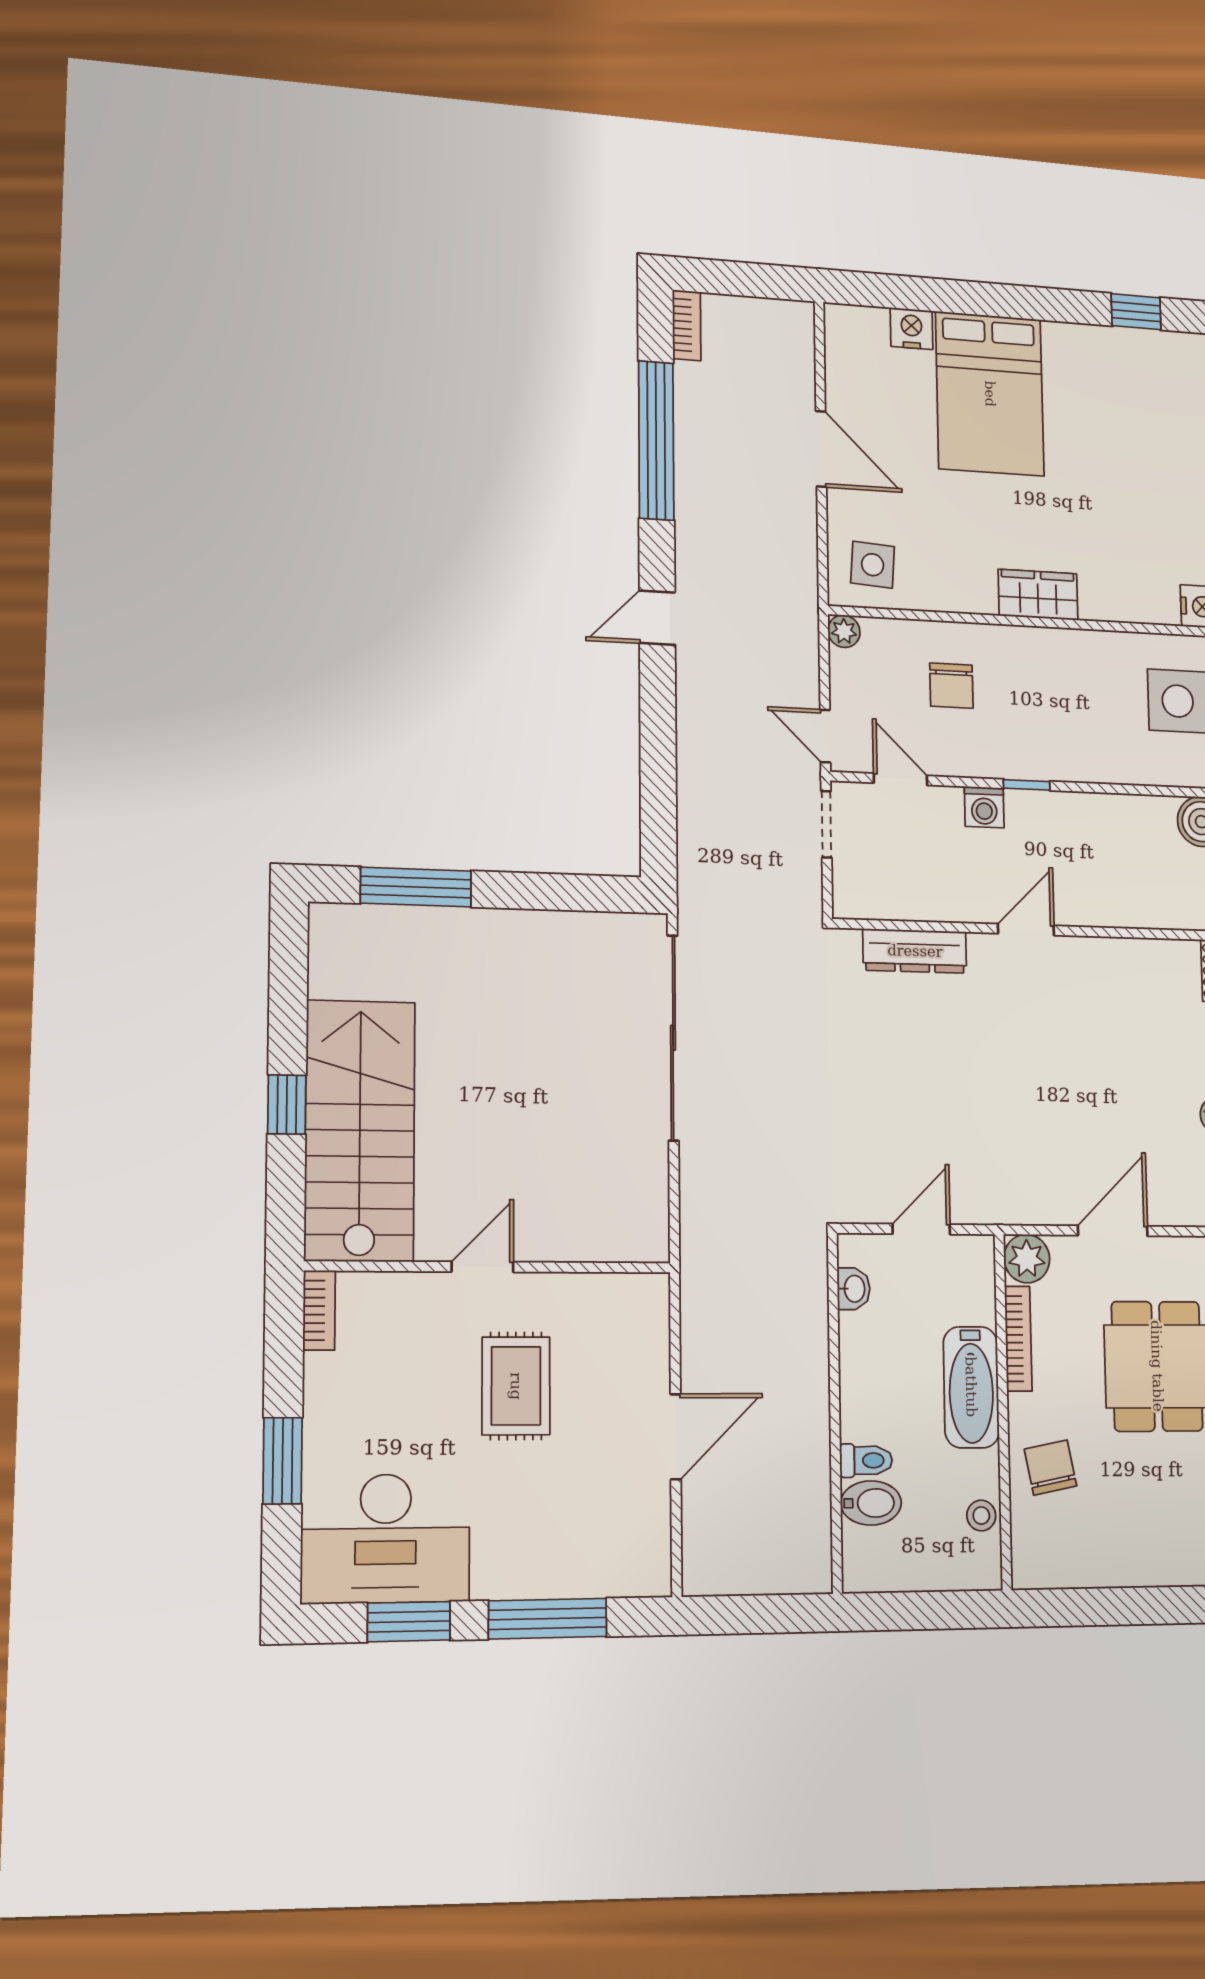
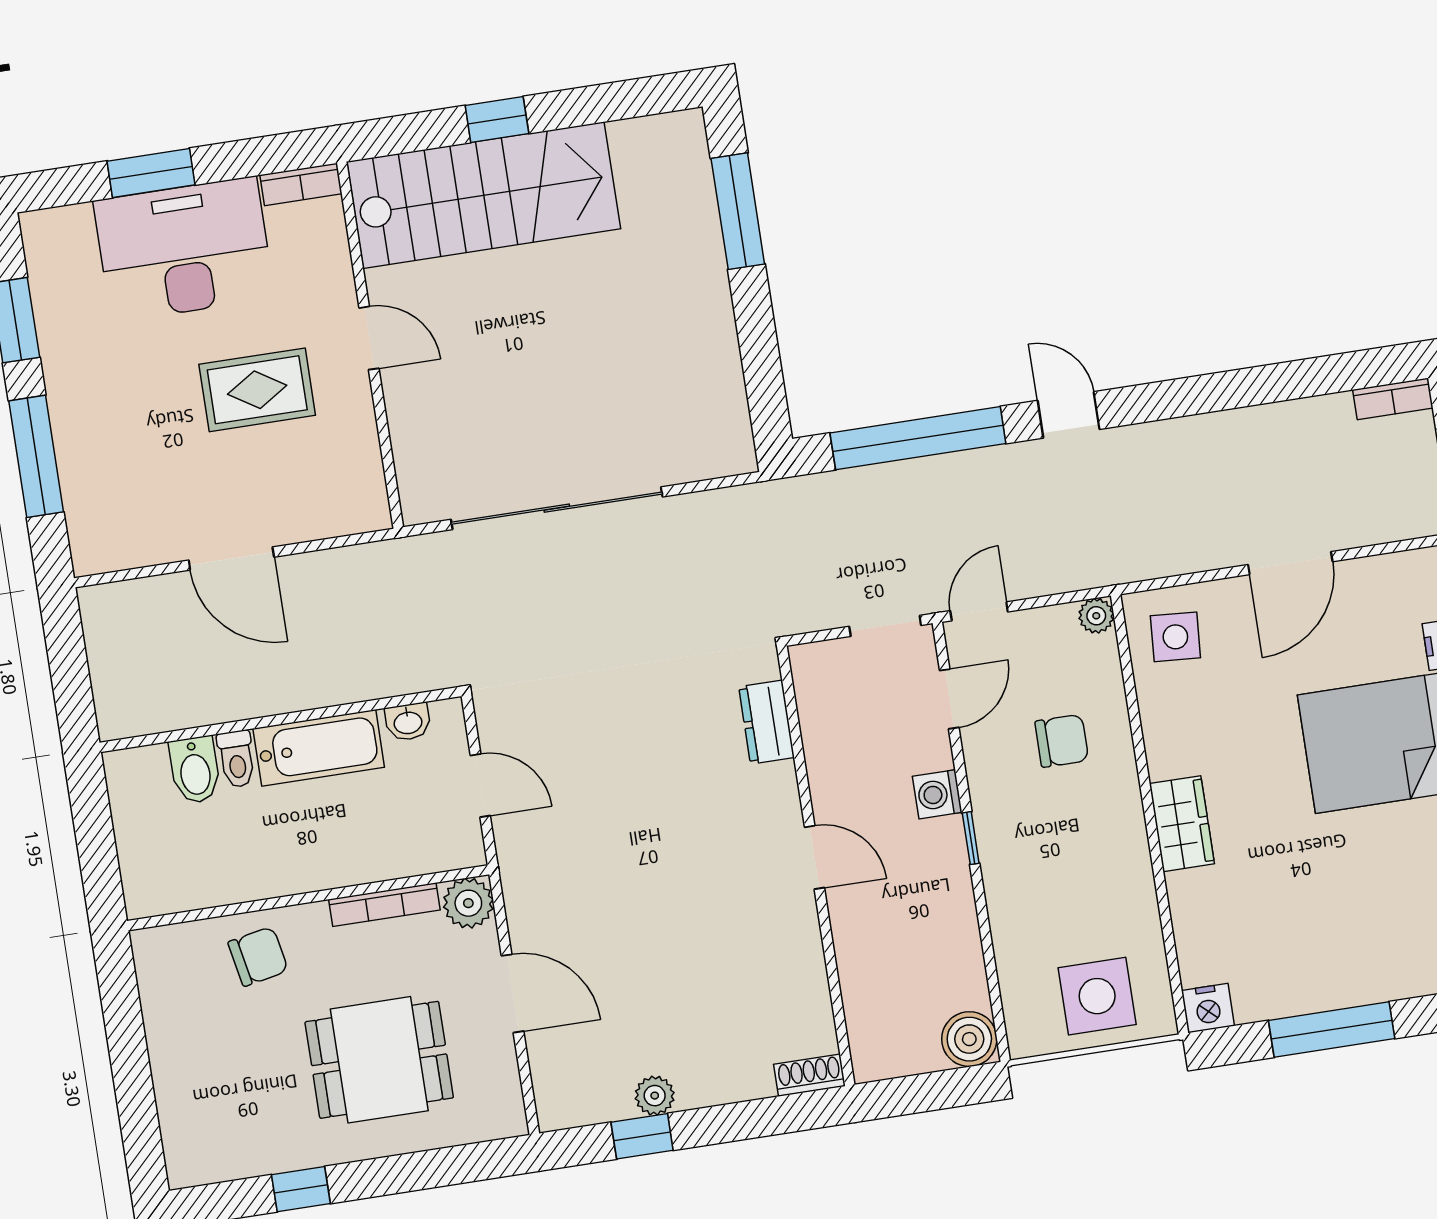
window: (656, 440) -> (918, 438), moved
chair: (951, 686) -> (1062, 741), turned 180
dresser: (915, 951) -> (766, 722), width x0.70
sliding door: (673, 1038) -> (557, 508), moved
bathtub: (971, 1387) -> (319, 748), moved, turned 180
stool: (981, 1516) -> (199, 888), removed
desk: (386, 1539) -> (184, 249), moved, turned 90

